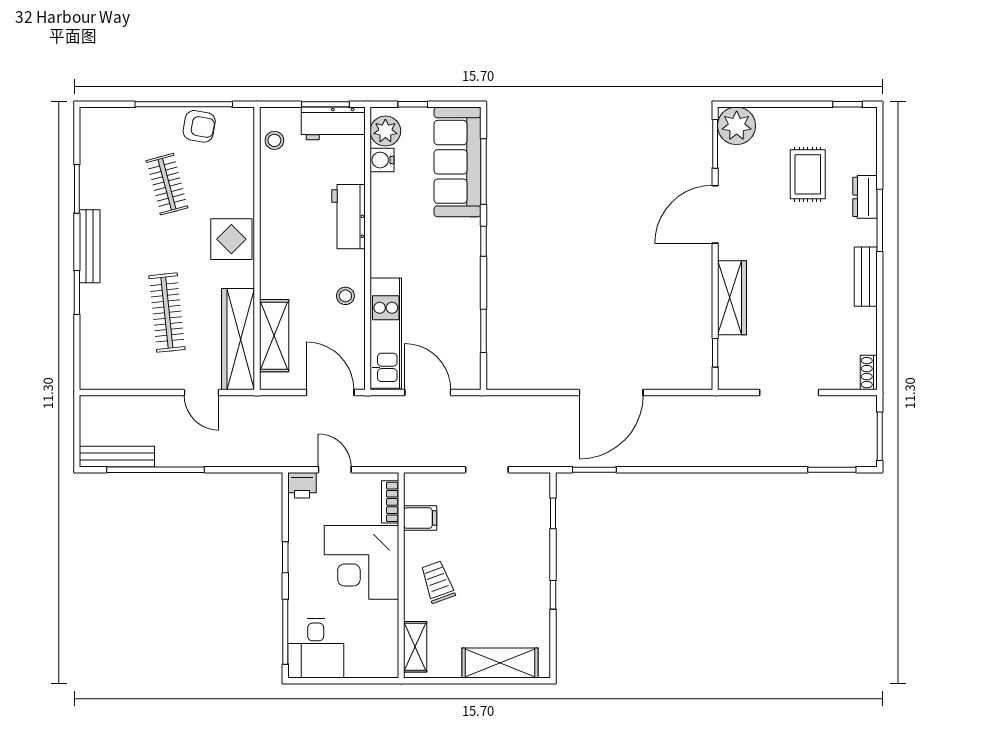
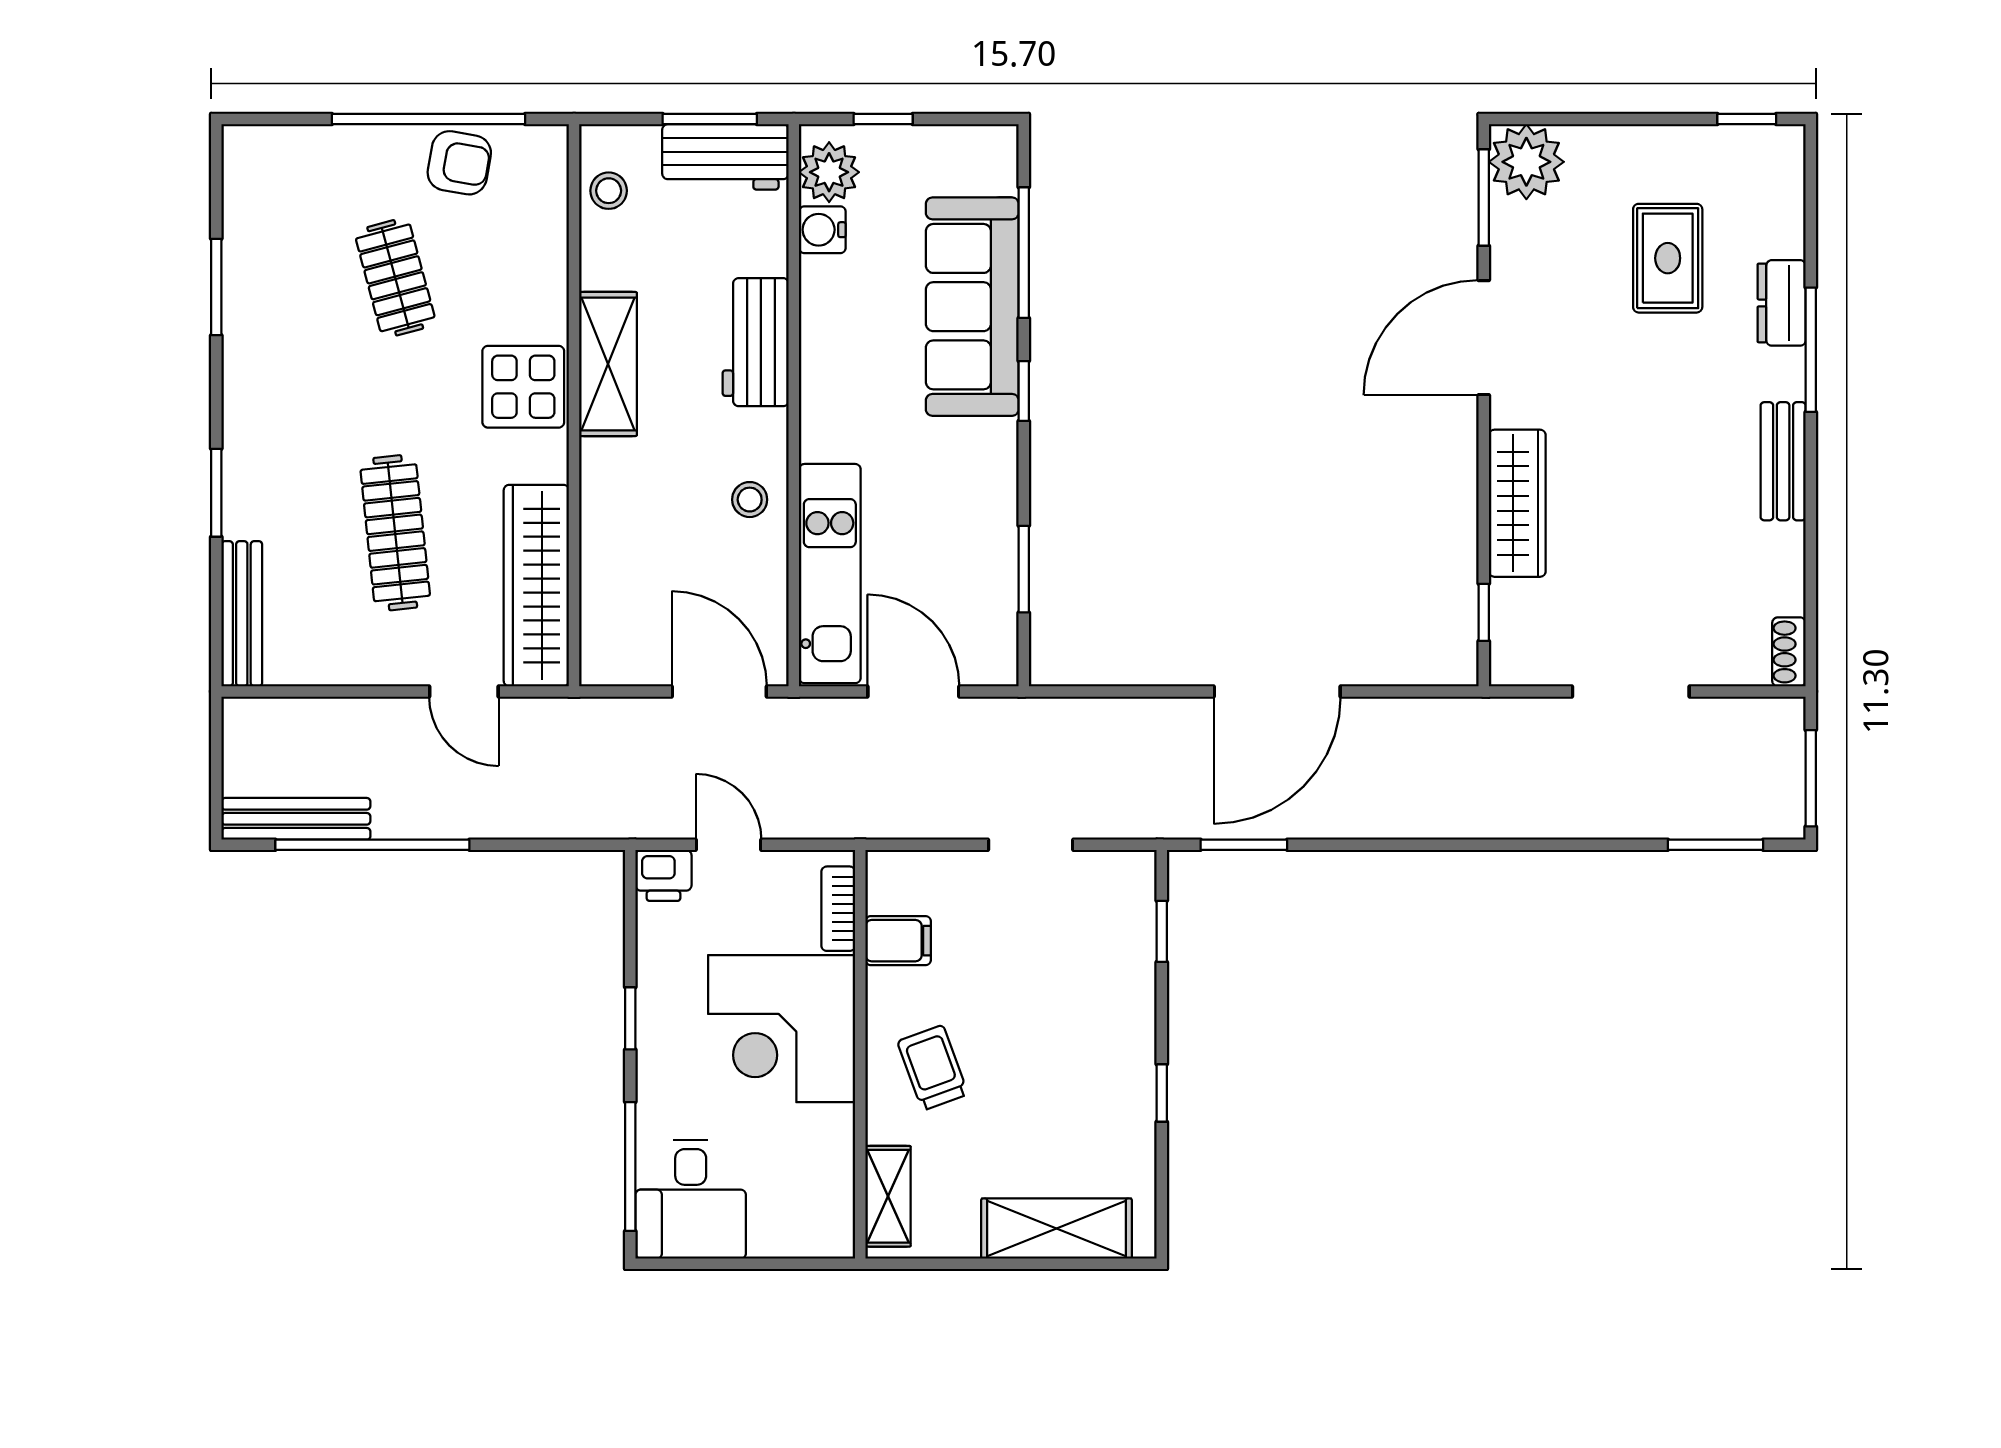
sofa: (458, 162) -> (972, 307), moved
bench: (90, 246) -> (242, 614), moved
shelving: (274, 336) -> (608, 364), moved

